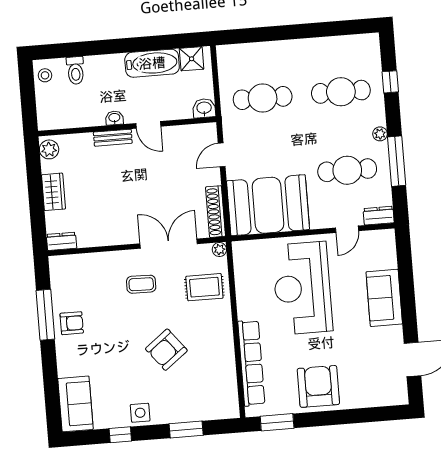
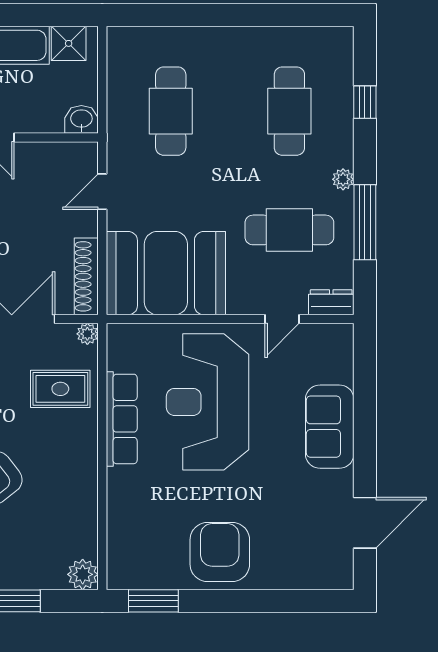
cafe table: (341, 92) -> (289, 111), turned 90
cafe table: (263, 98) -> (171, 111), turned 90
row of seats: (251, 363) -> (122, 419), moved, width x0.73
plant: (229, 409) -> (83, 574), added

